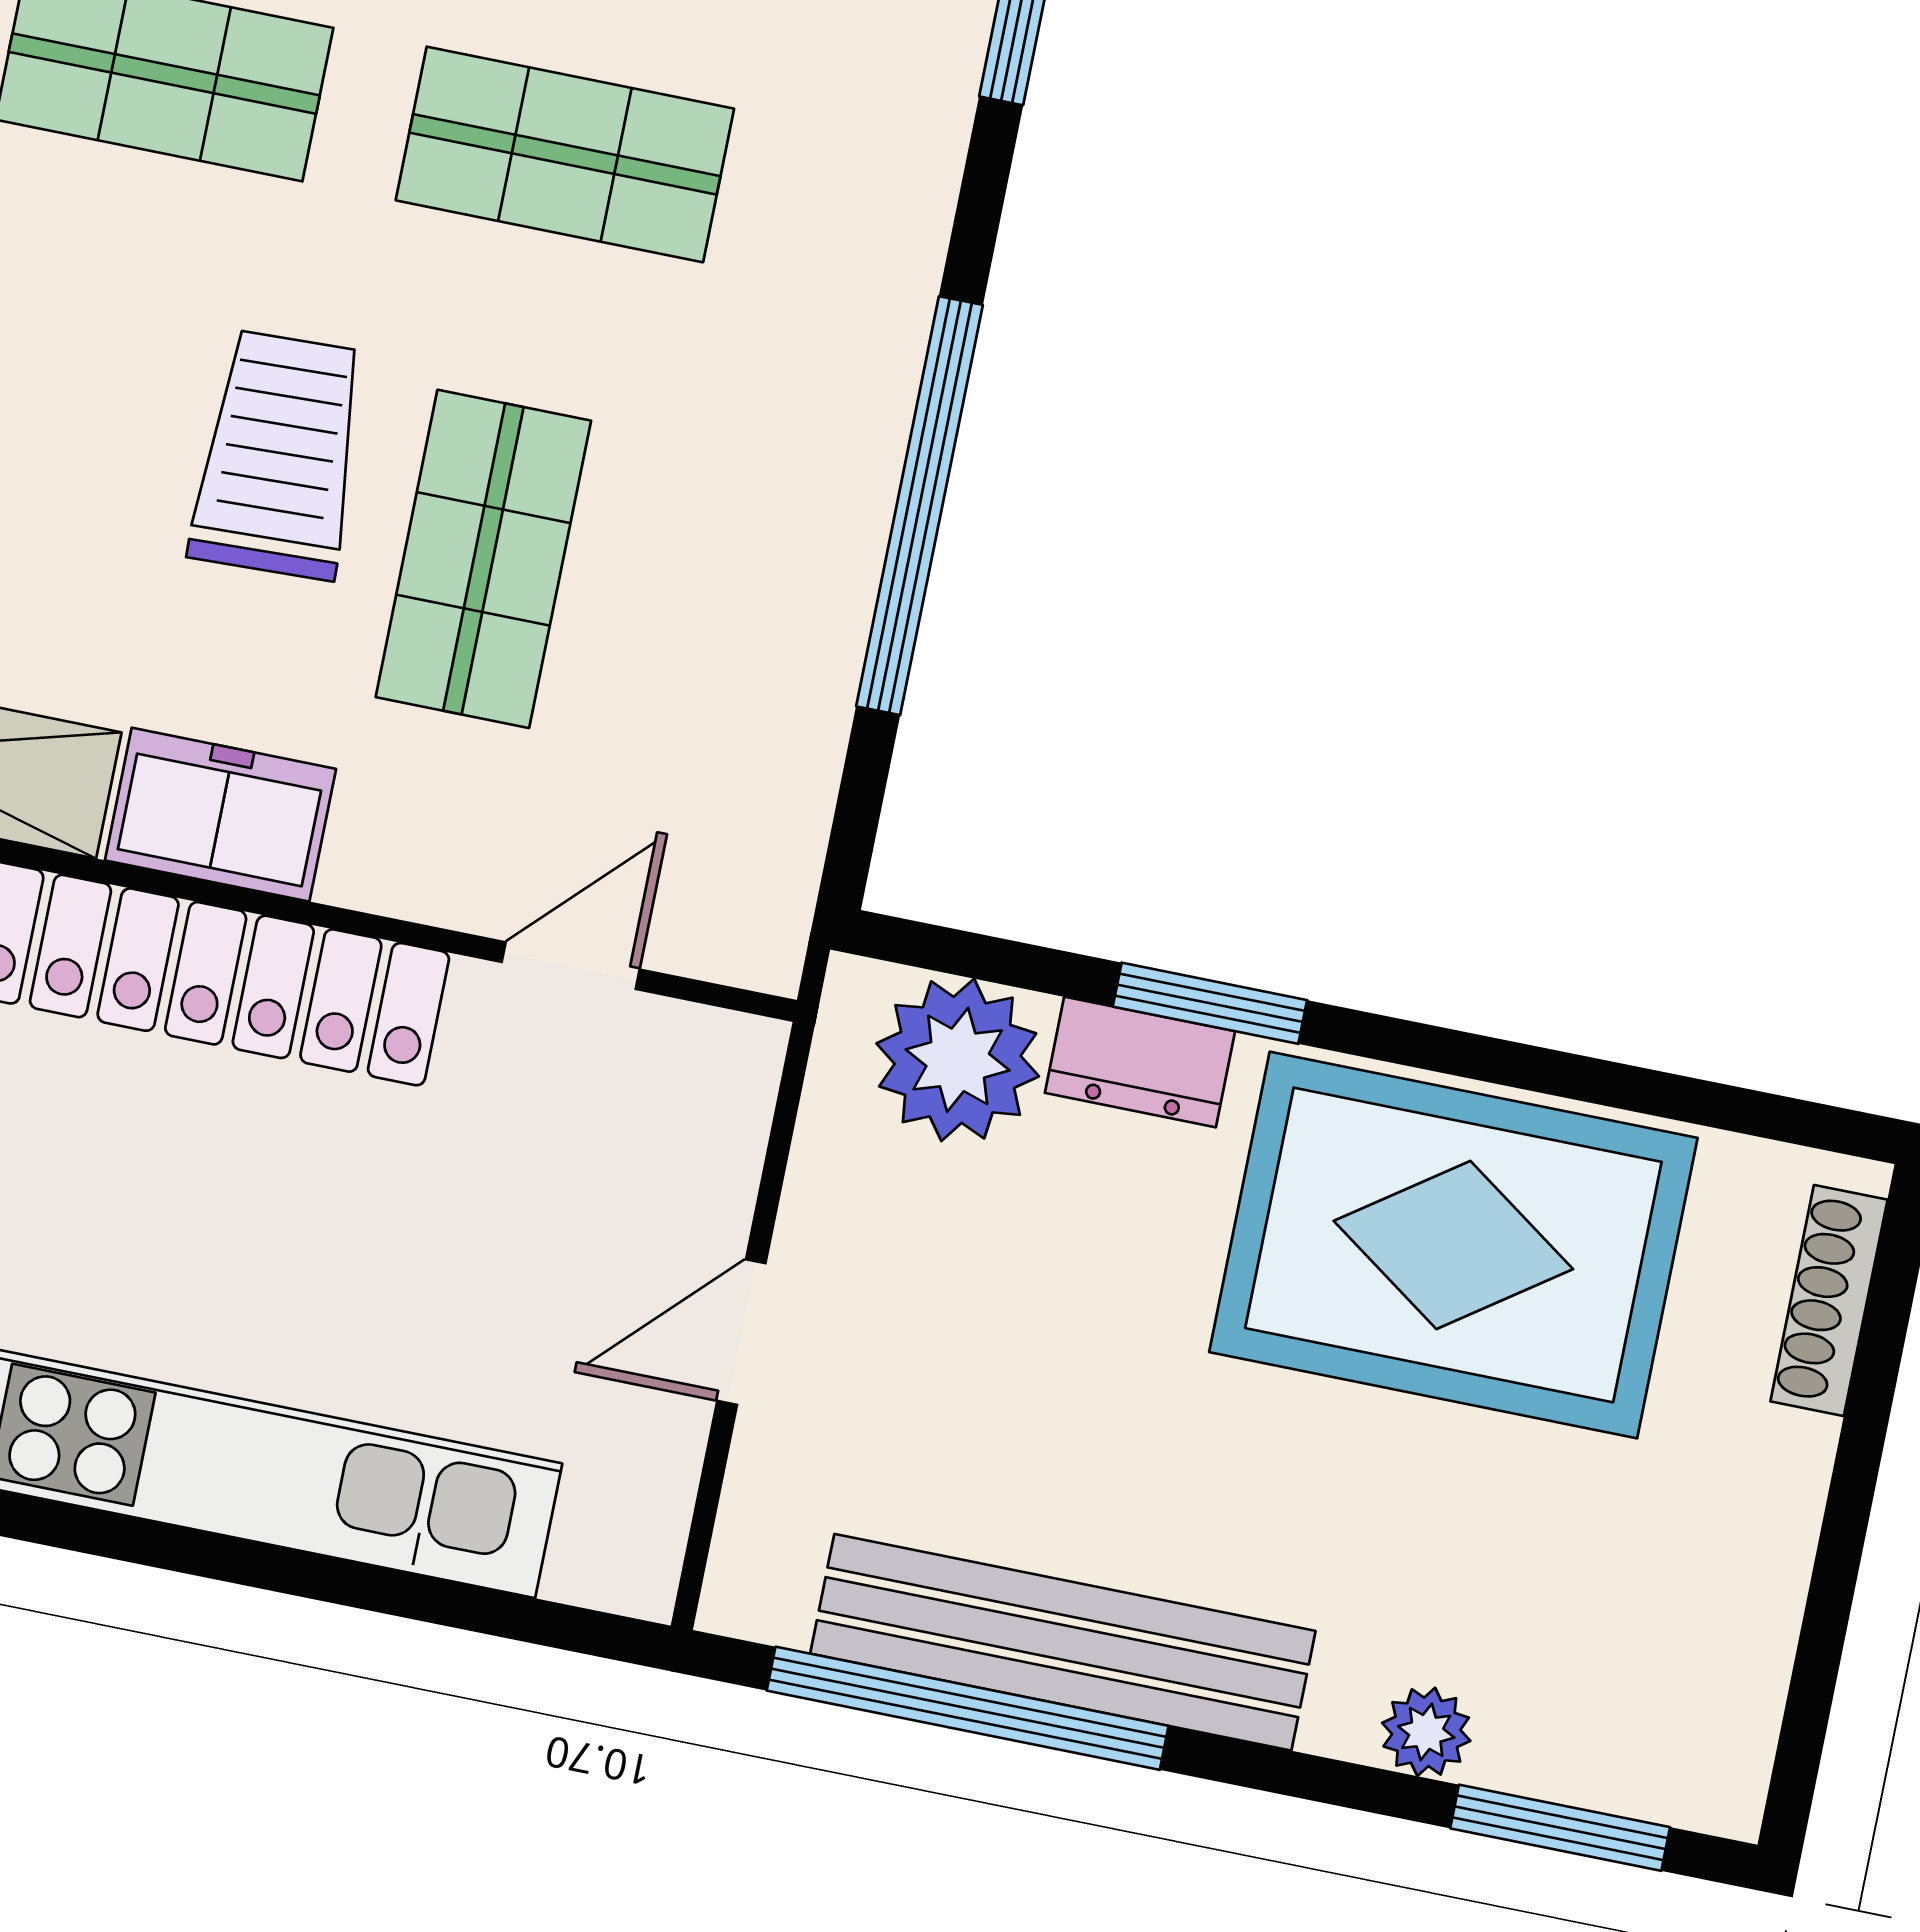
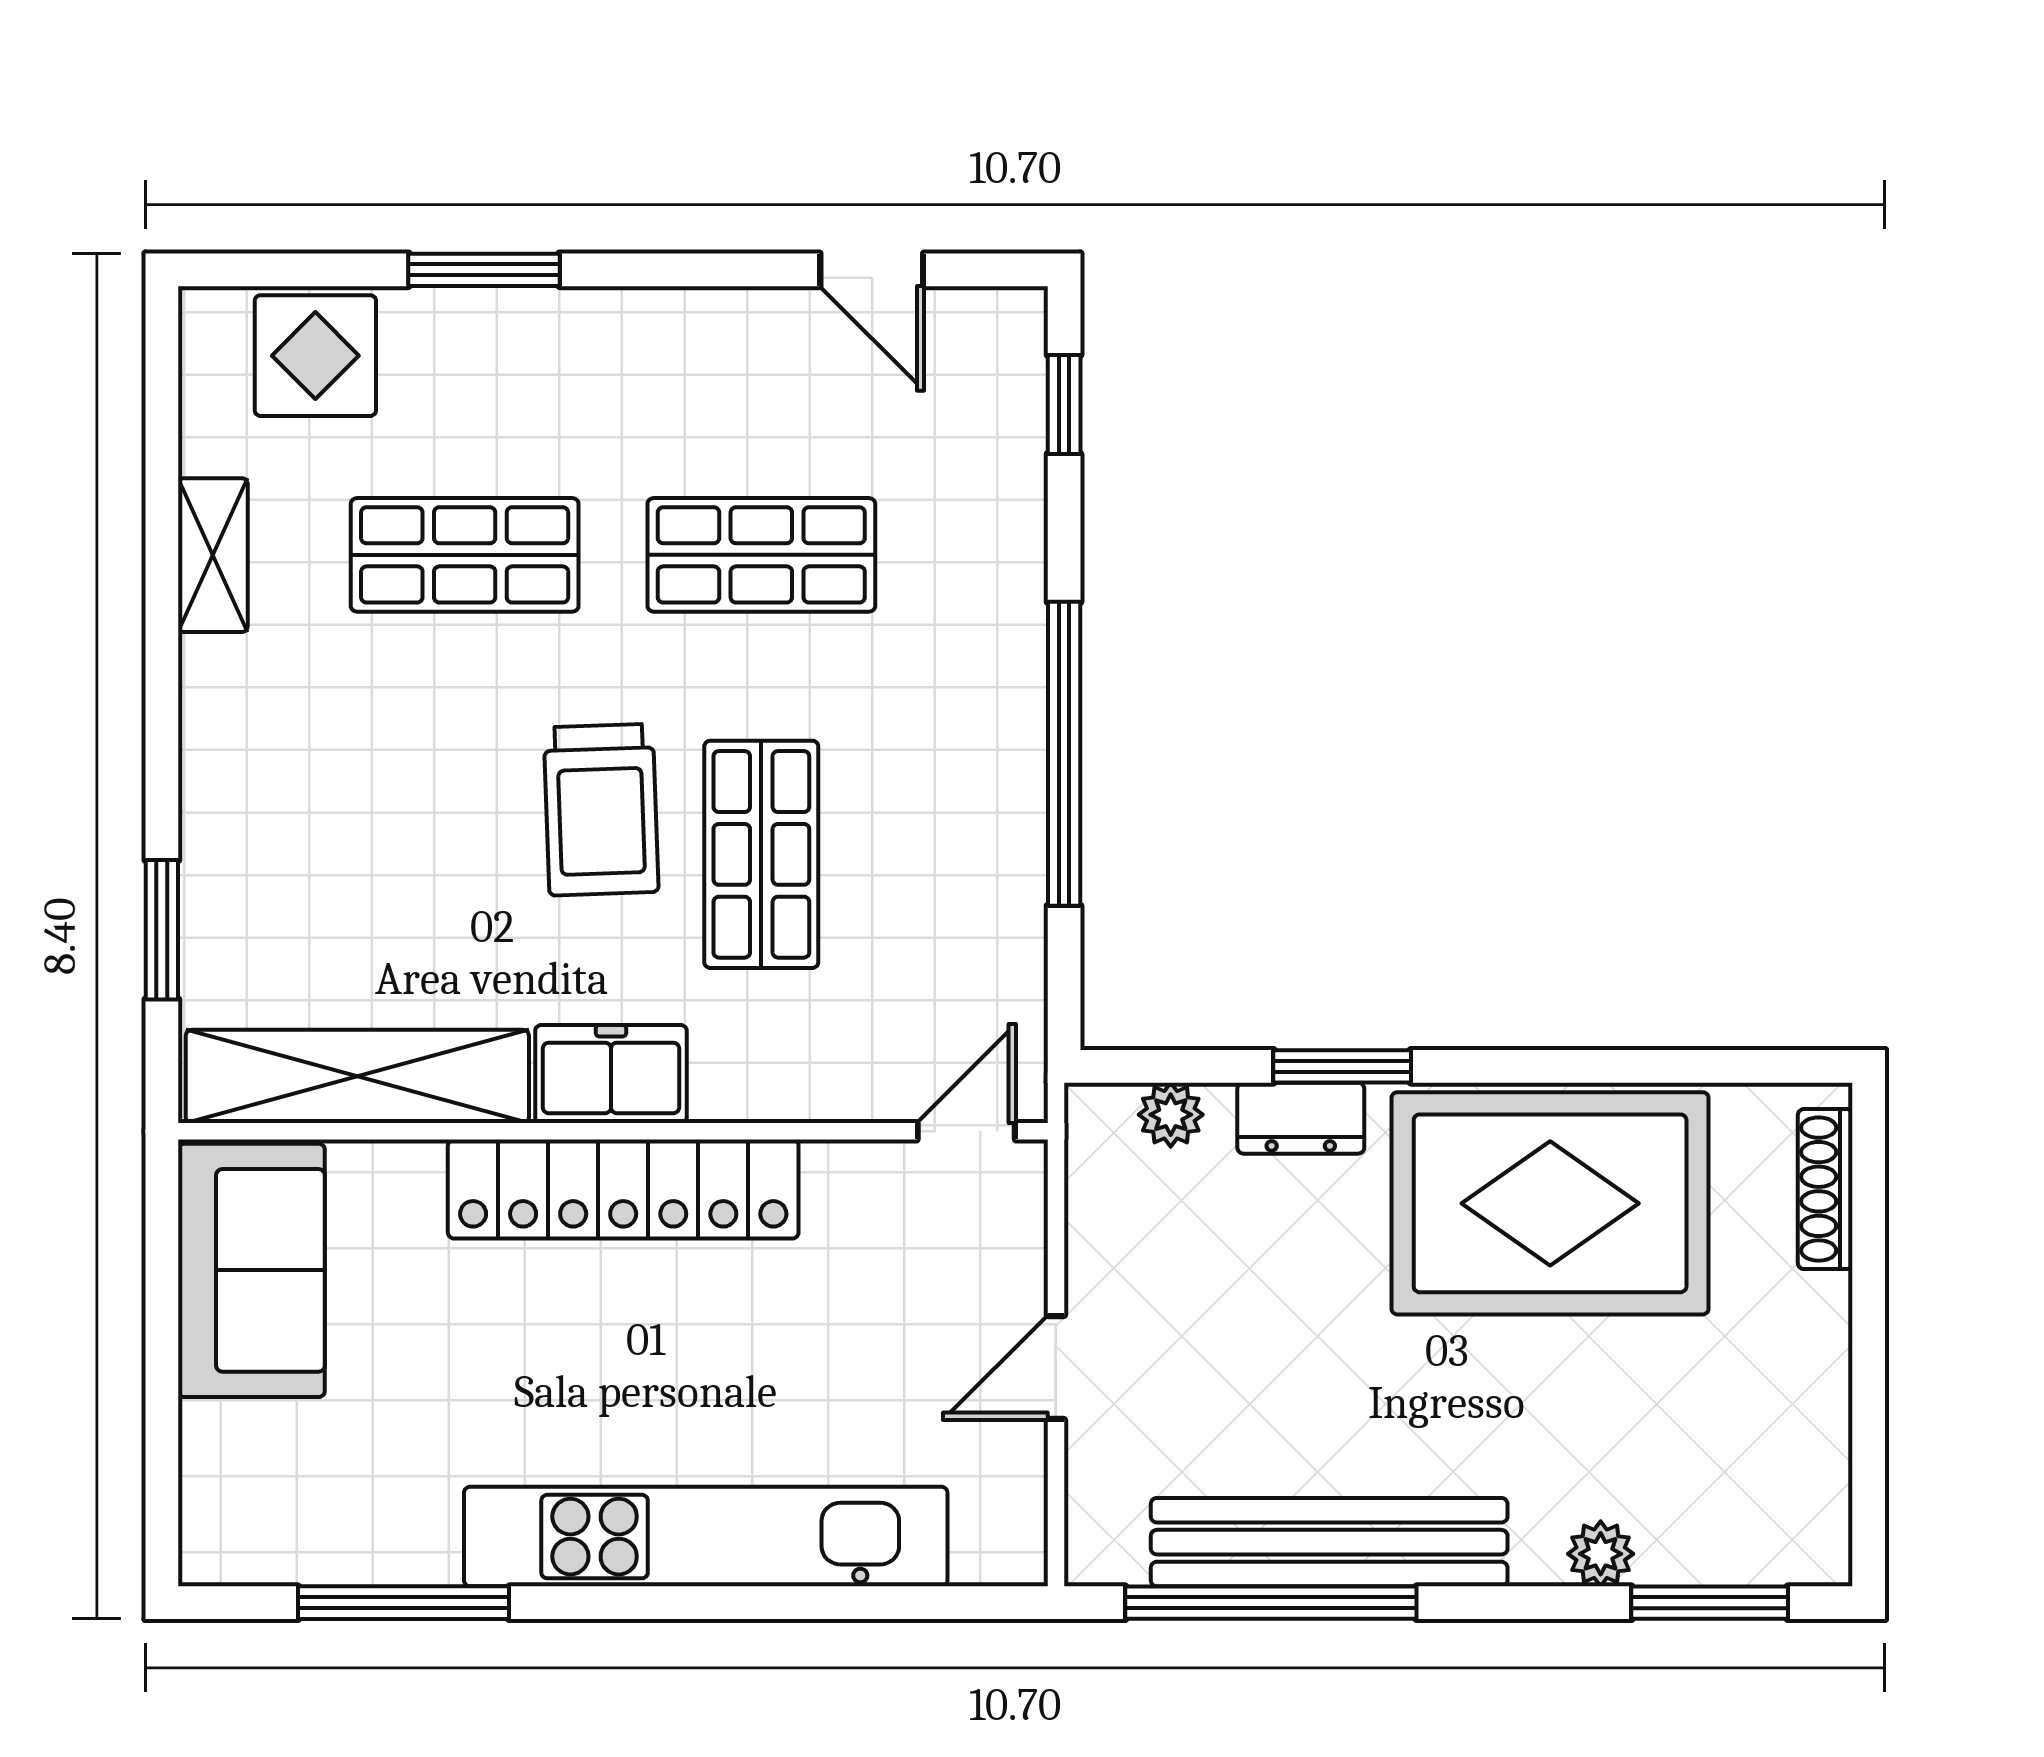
trolley: (279, 455) -> (601, 810), turned 180
door: (571, 966) -> (966, 1131), moved
plant: (958, 1060) -> (1171, 1115), width x0.53, depth x0.53

